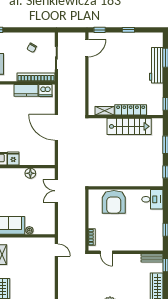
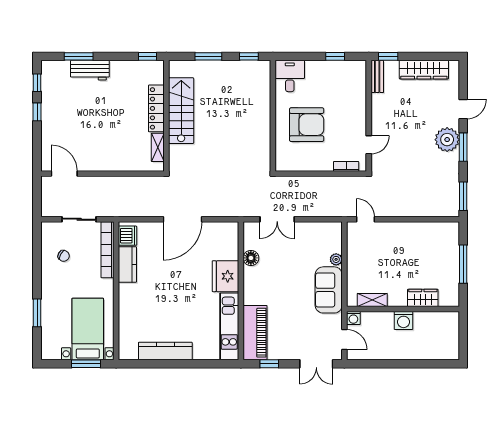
window: (100, 30) -> (37, 83), moved
workbench: (156, 65) -> (90, 70), width x0.73
fridge: (13, 158) -> (225, 276), width x1.88, depth x1.34
armchair: (114, 202) -> (307, 125), moved
door: (56, 250) -> (365, 219), hinge flipped

